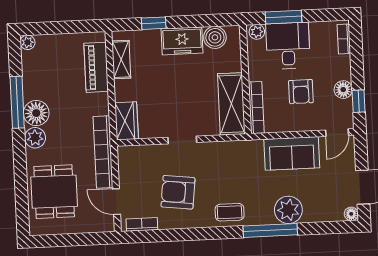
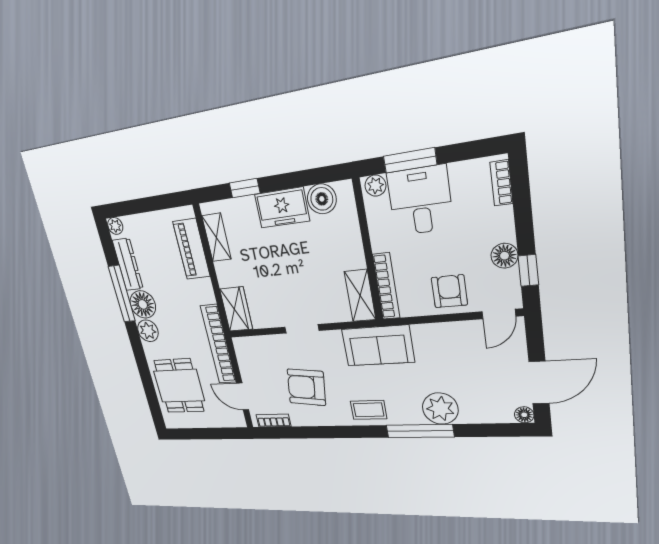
dresser: (31, 76) -> (128, 264), added
armchair: (301, 92) -> (449, 291), moved, turned 180
shelving: (231, 104) -> (360, 296), width x0.67, depth x0.75
sofa: (292, 153) -> (378, 346), moved

